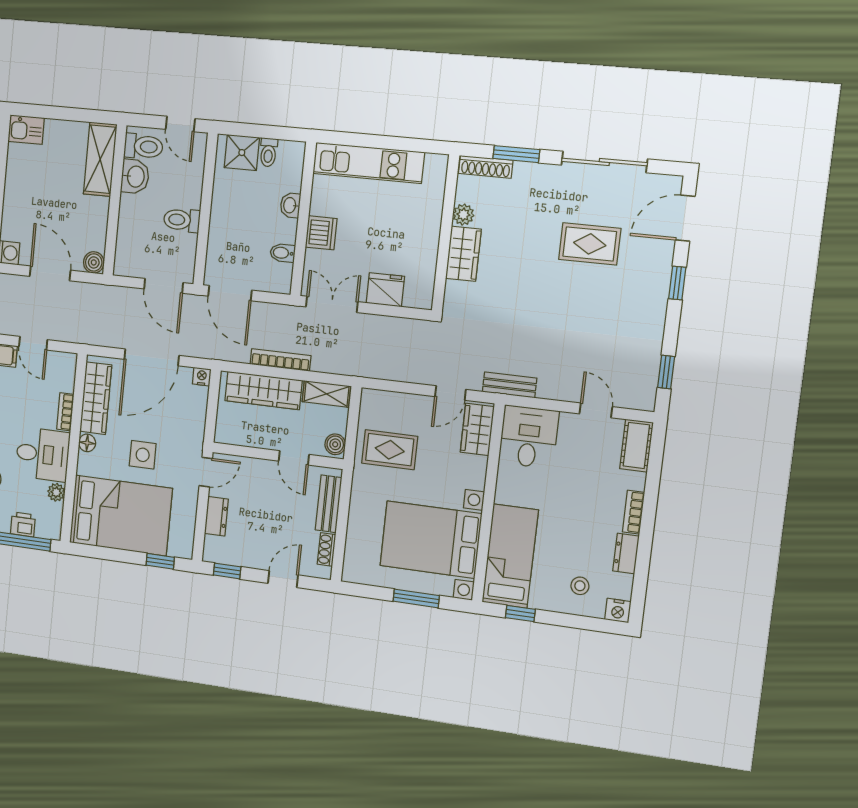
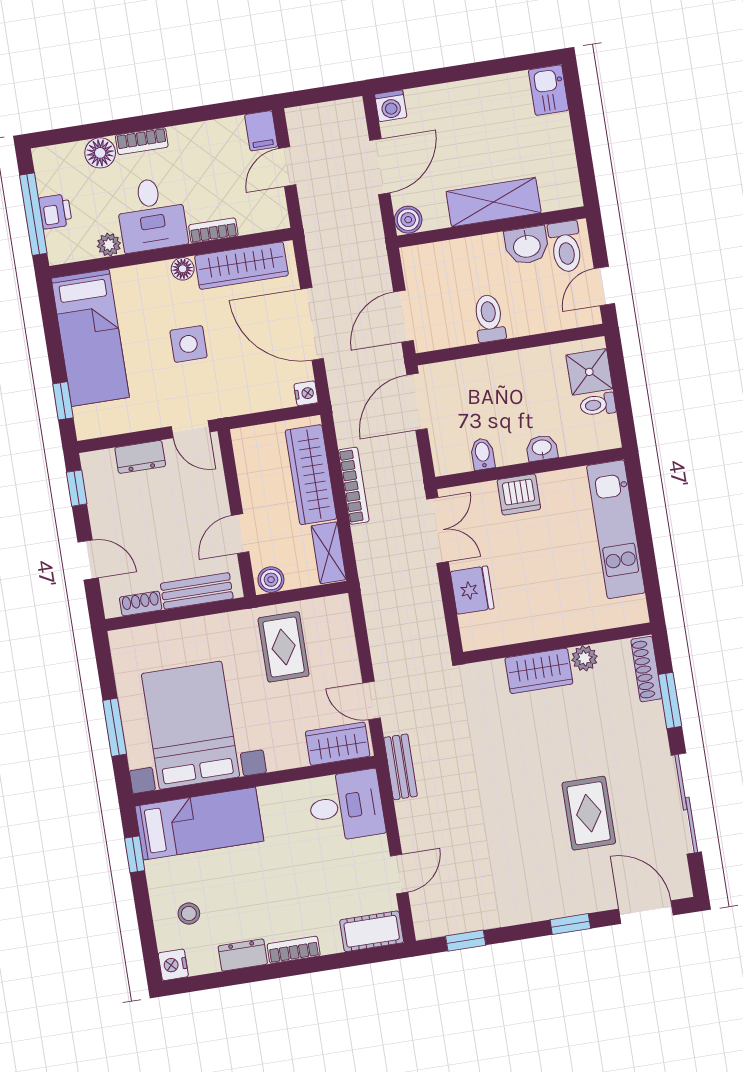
shelving: (100, 159) -> (494, 202), moved
bed: (121, 516) -> (90, 338), width x0.67

